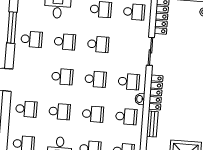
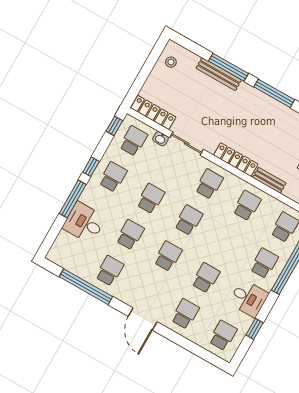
window: (12, 28) -> (86, 287), width x1.46
washbasin: (140, 99) -> (161, 139), moved
school desk: (93, 114) -> (226, 242), removed

